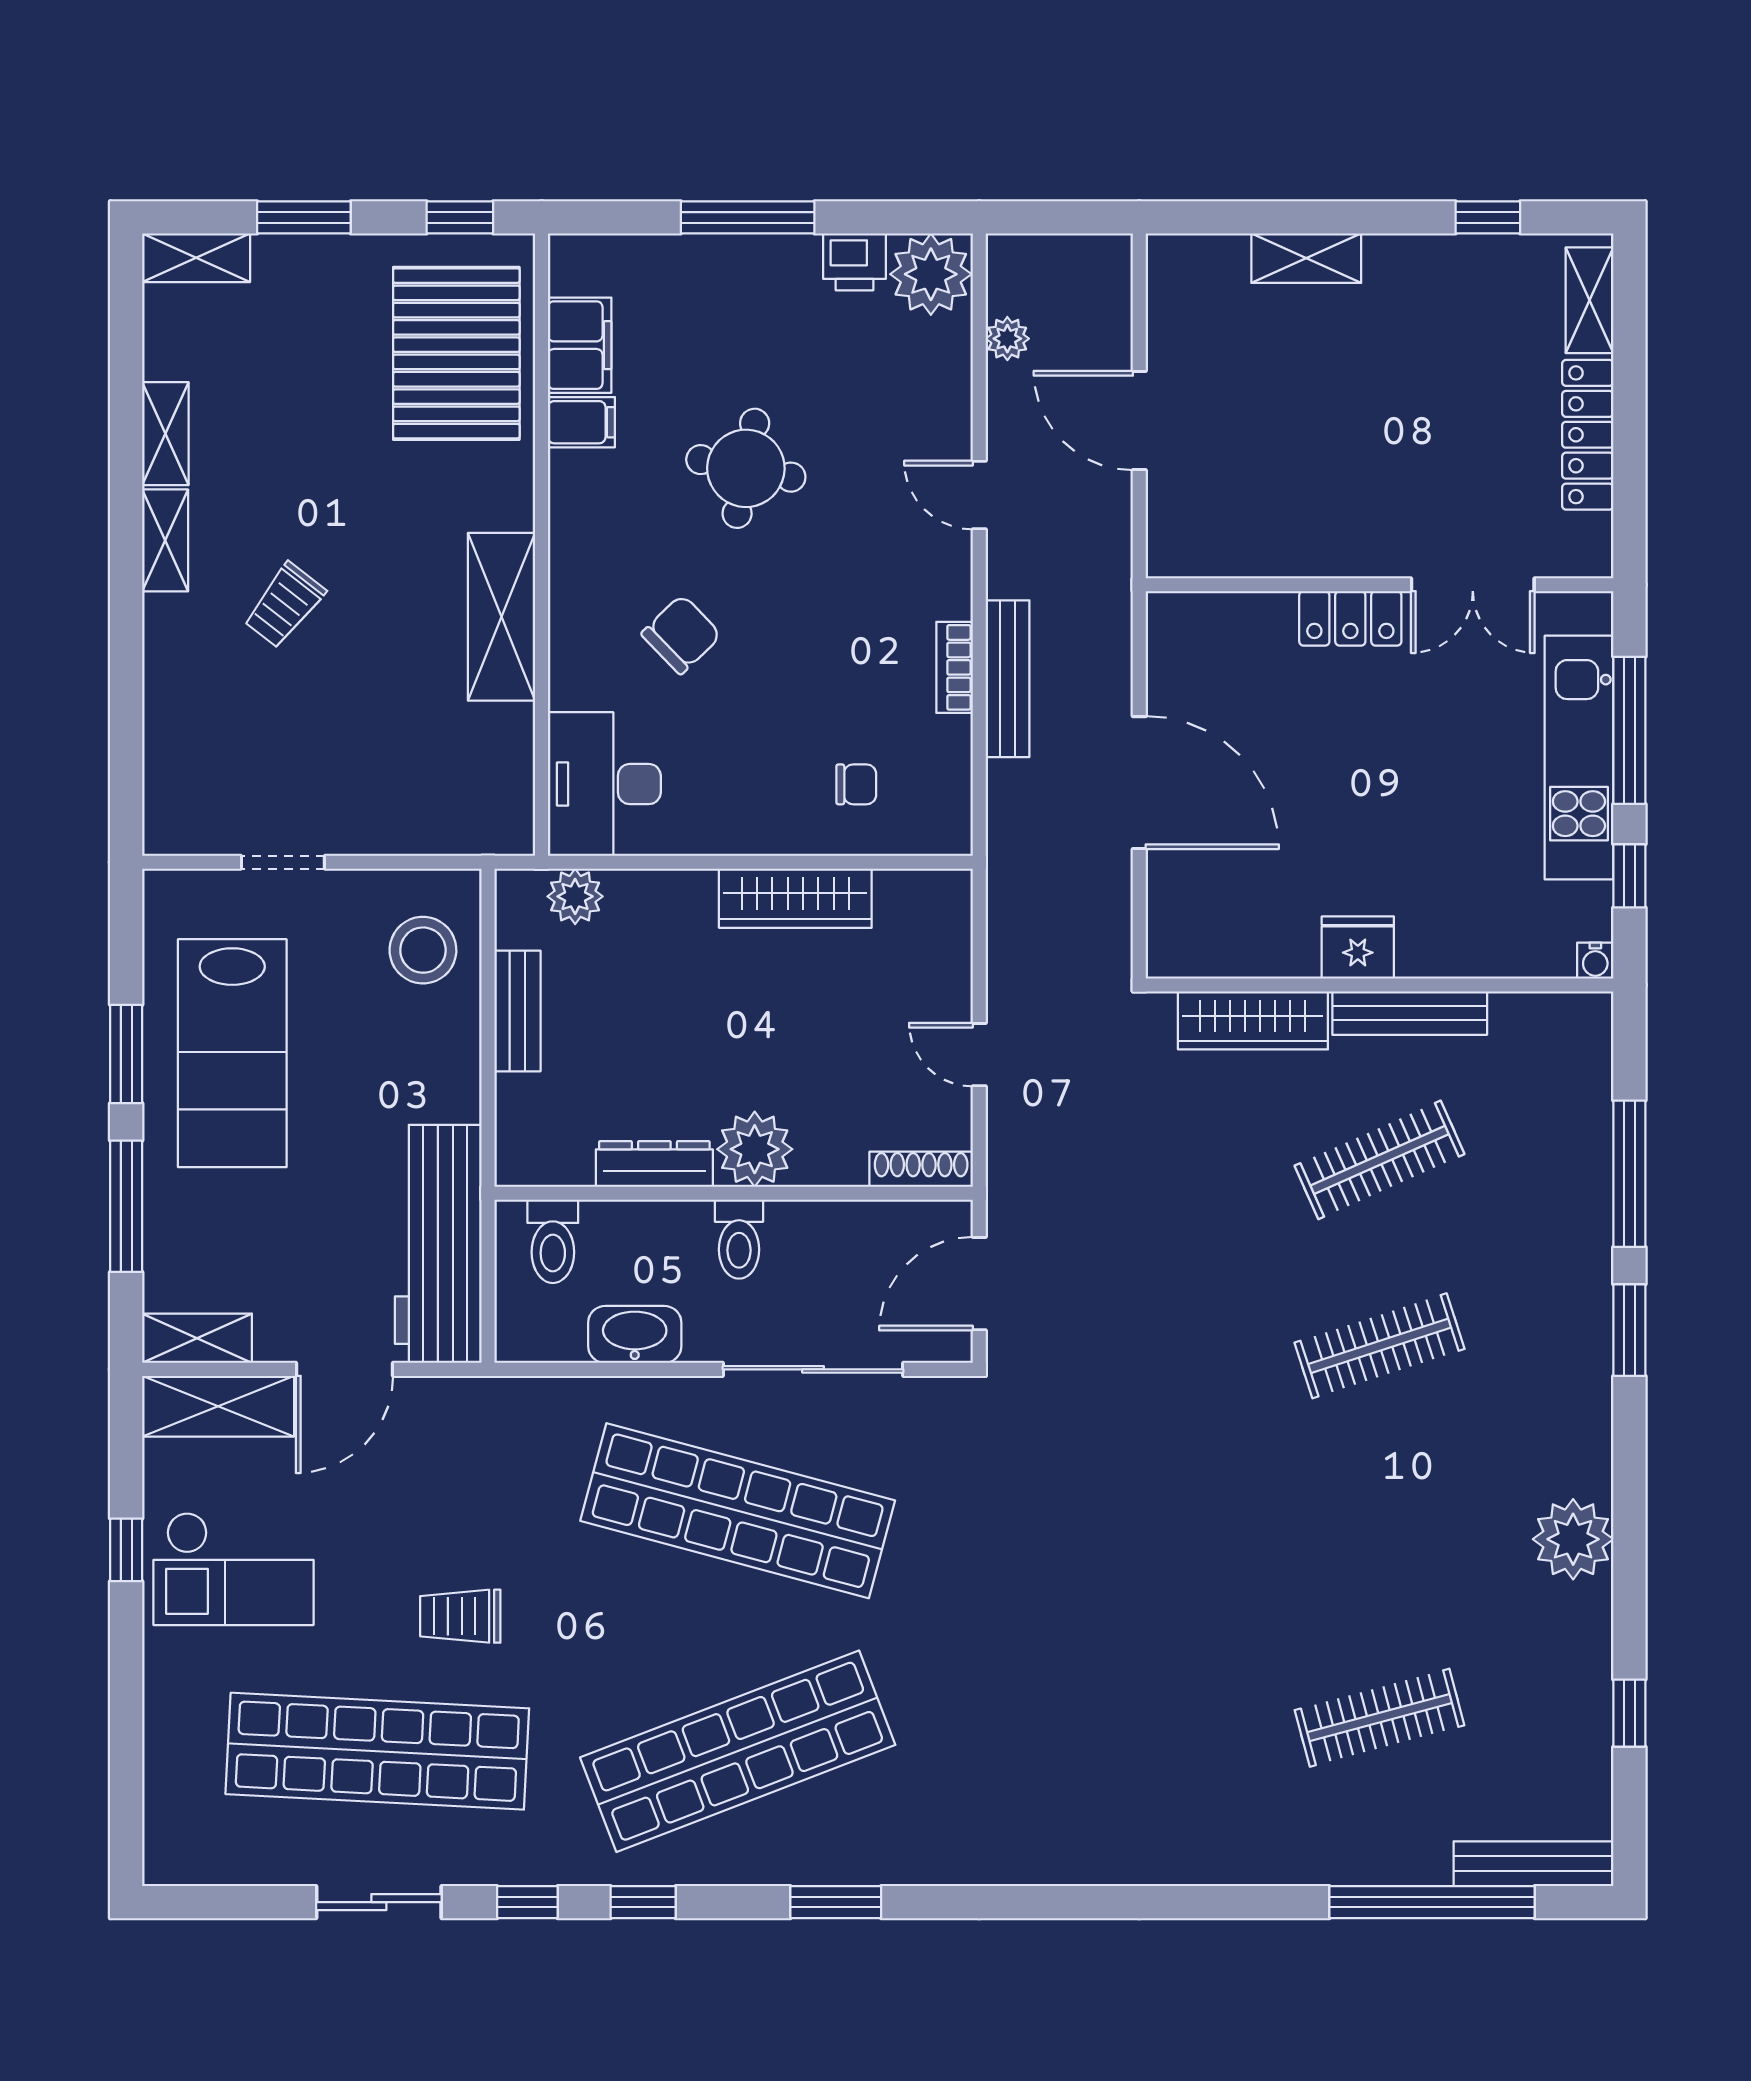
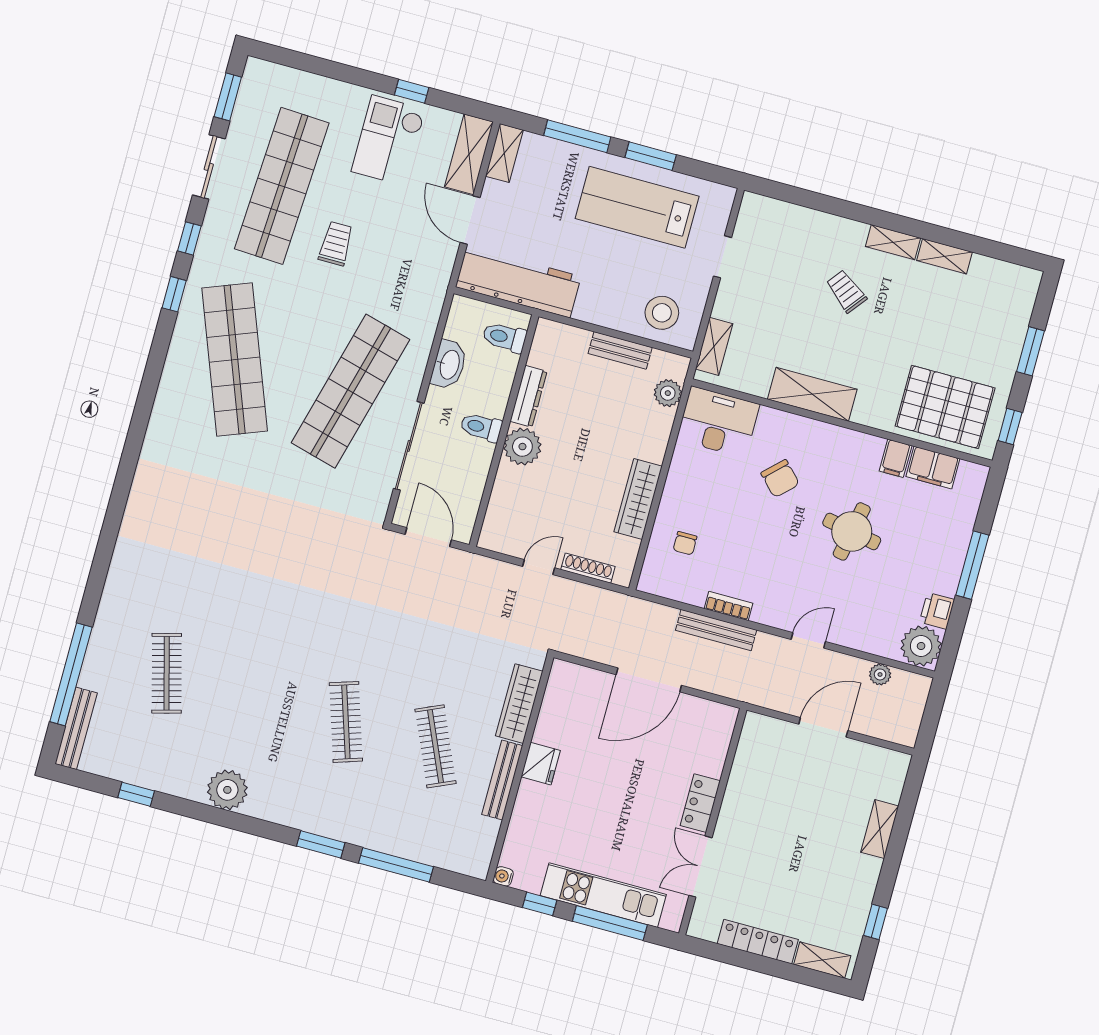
shelving: (196, 258) -> (714, 346), moved
shoe rack: (921, 1169) -> (588, 568), moved, turned -90
window: (836, 1902) -> (228, 97), moved

